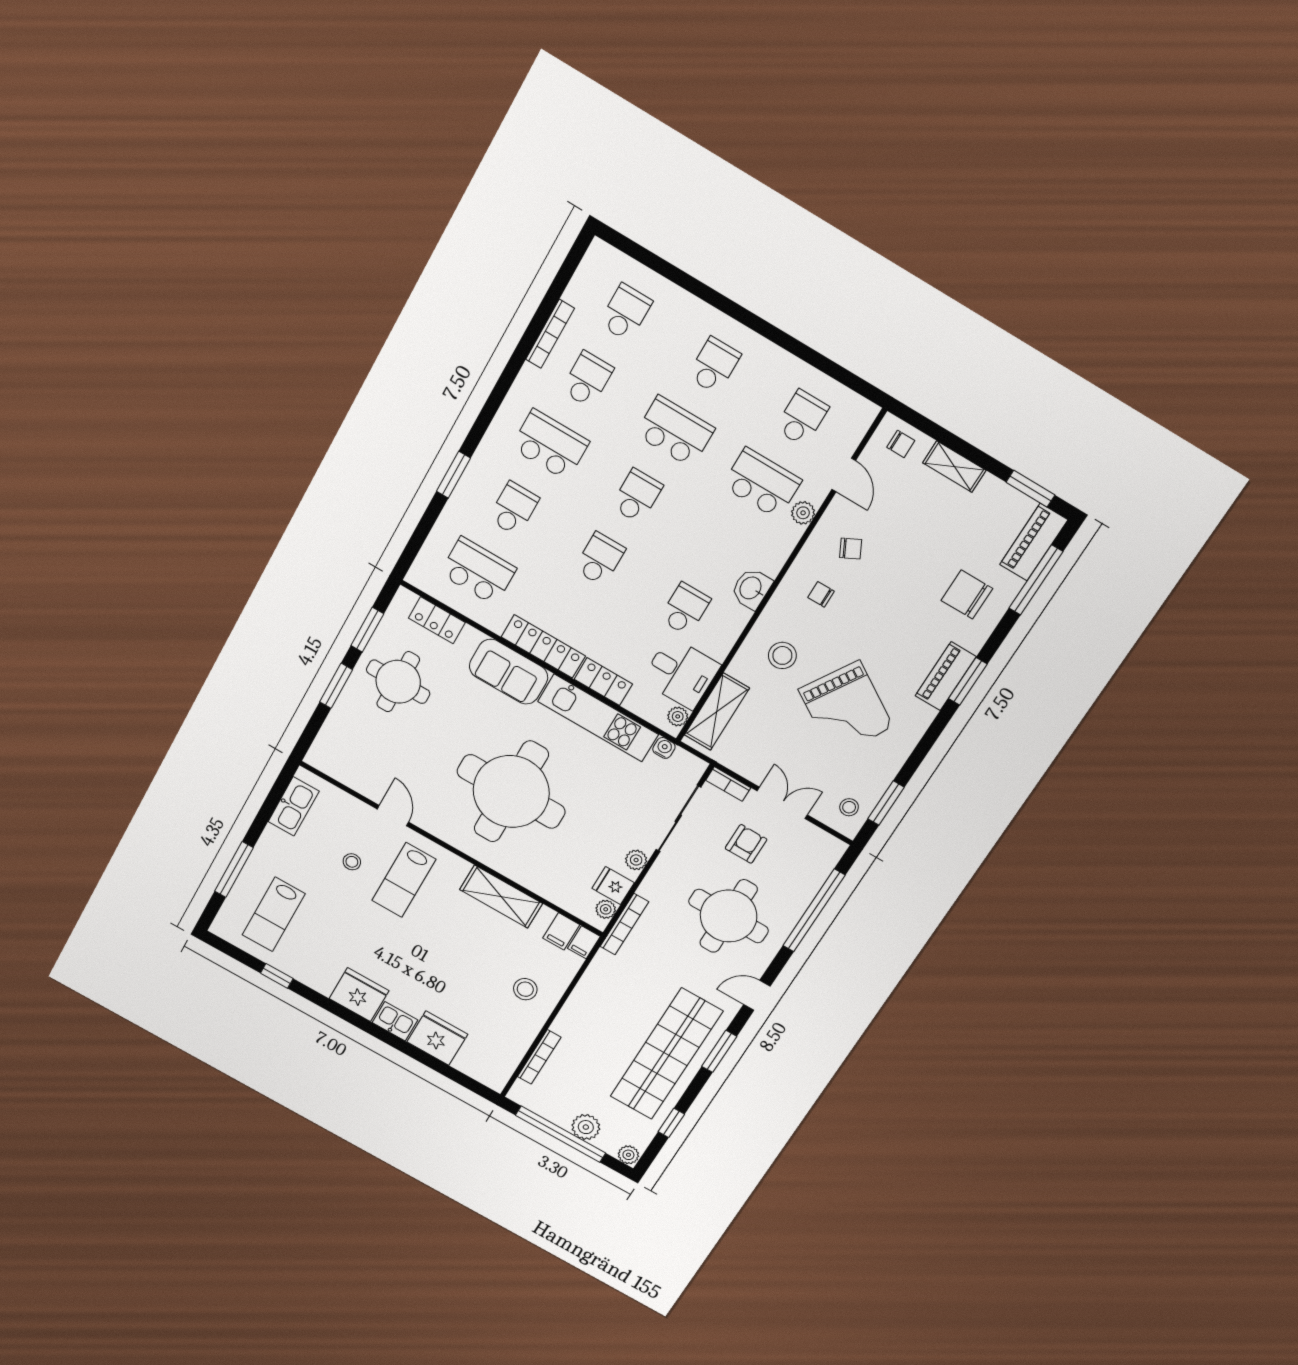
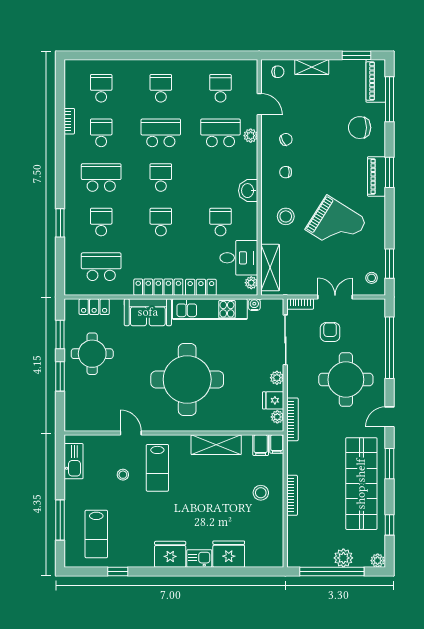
bookcase: (550, 334) -> (69, 121), width x0.64
bookcase: (539, 1057) -> (292, 495), moved

